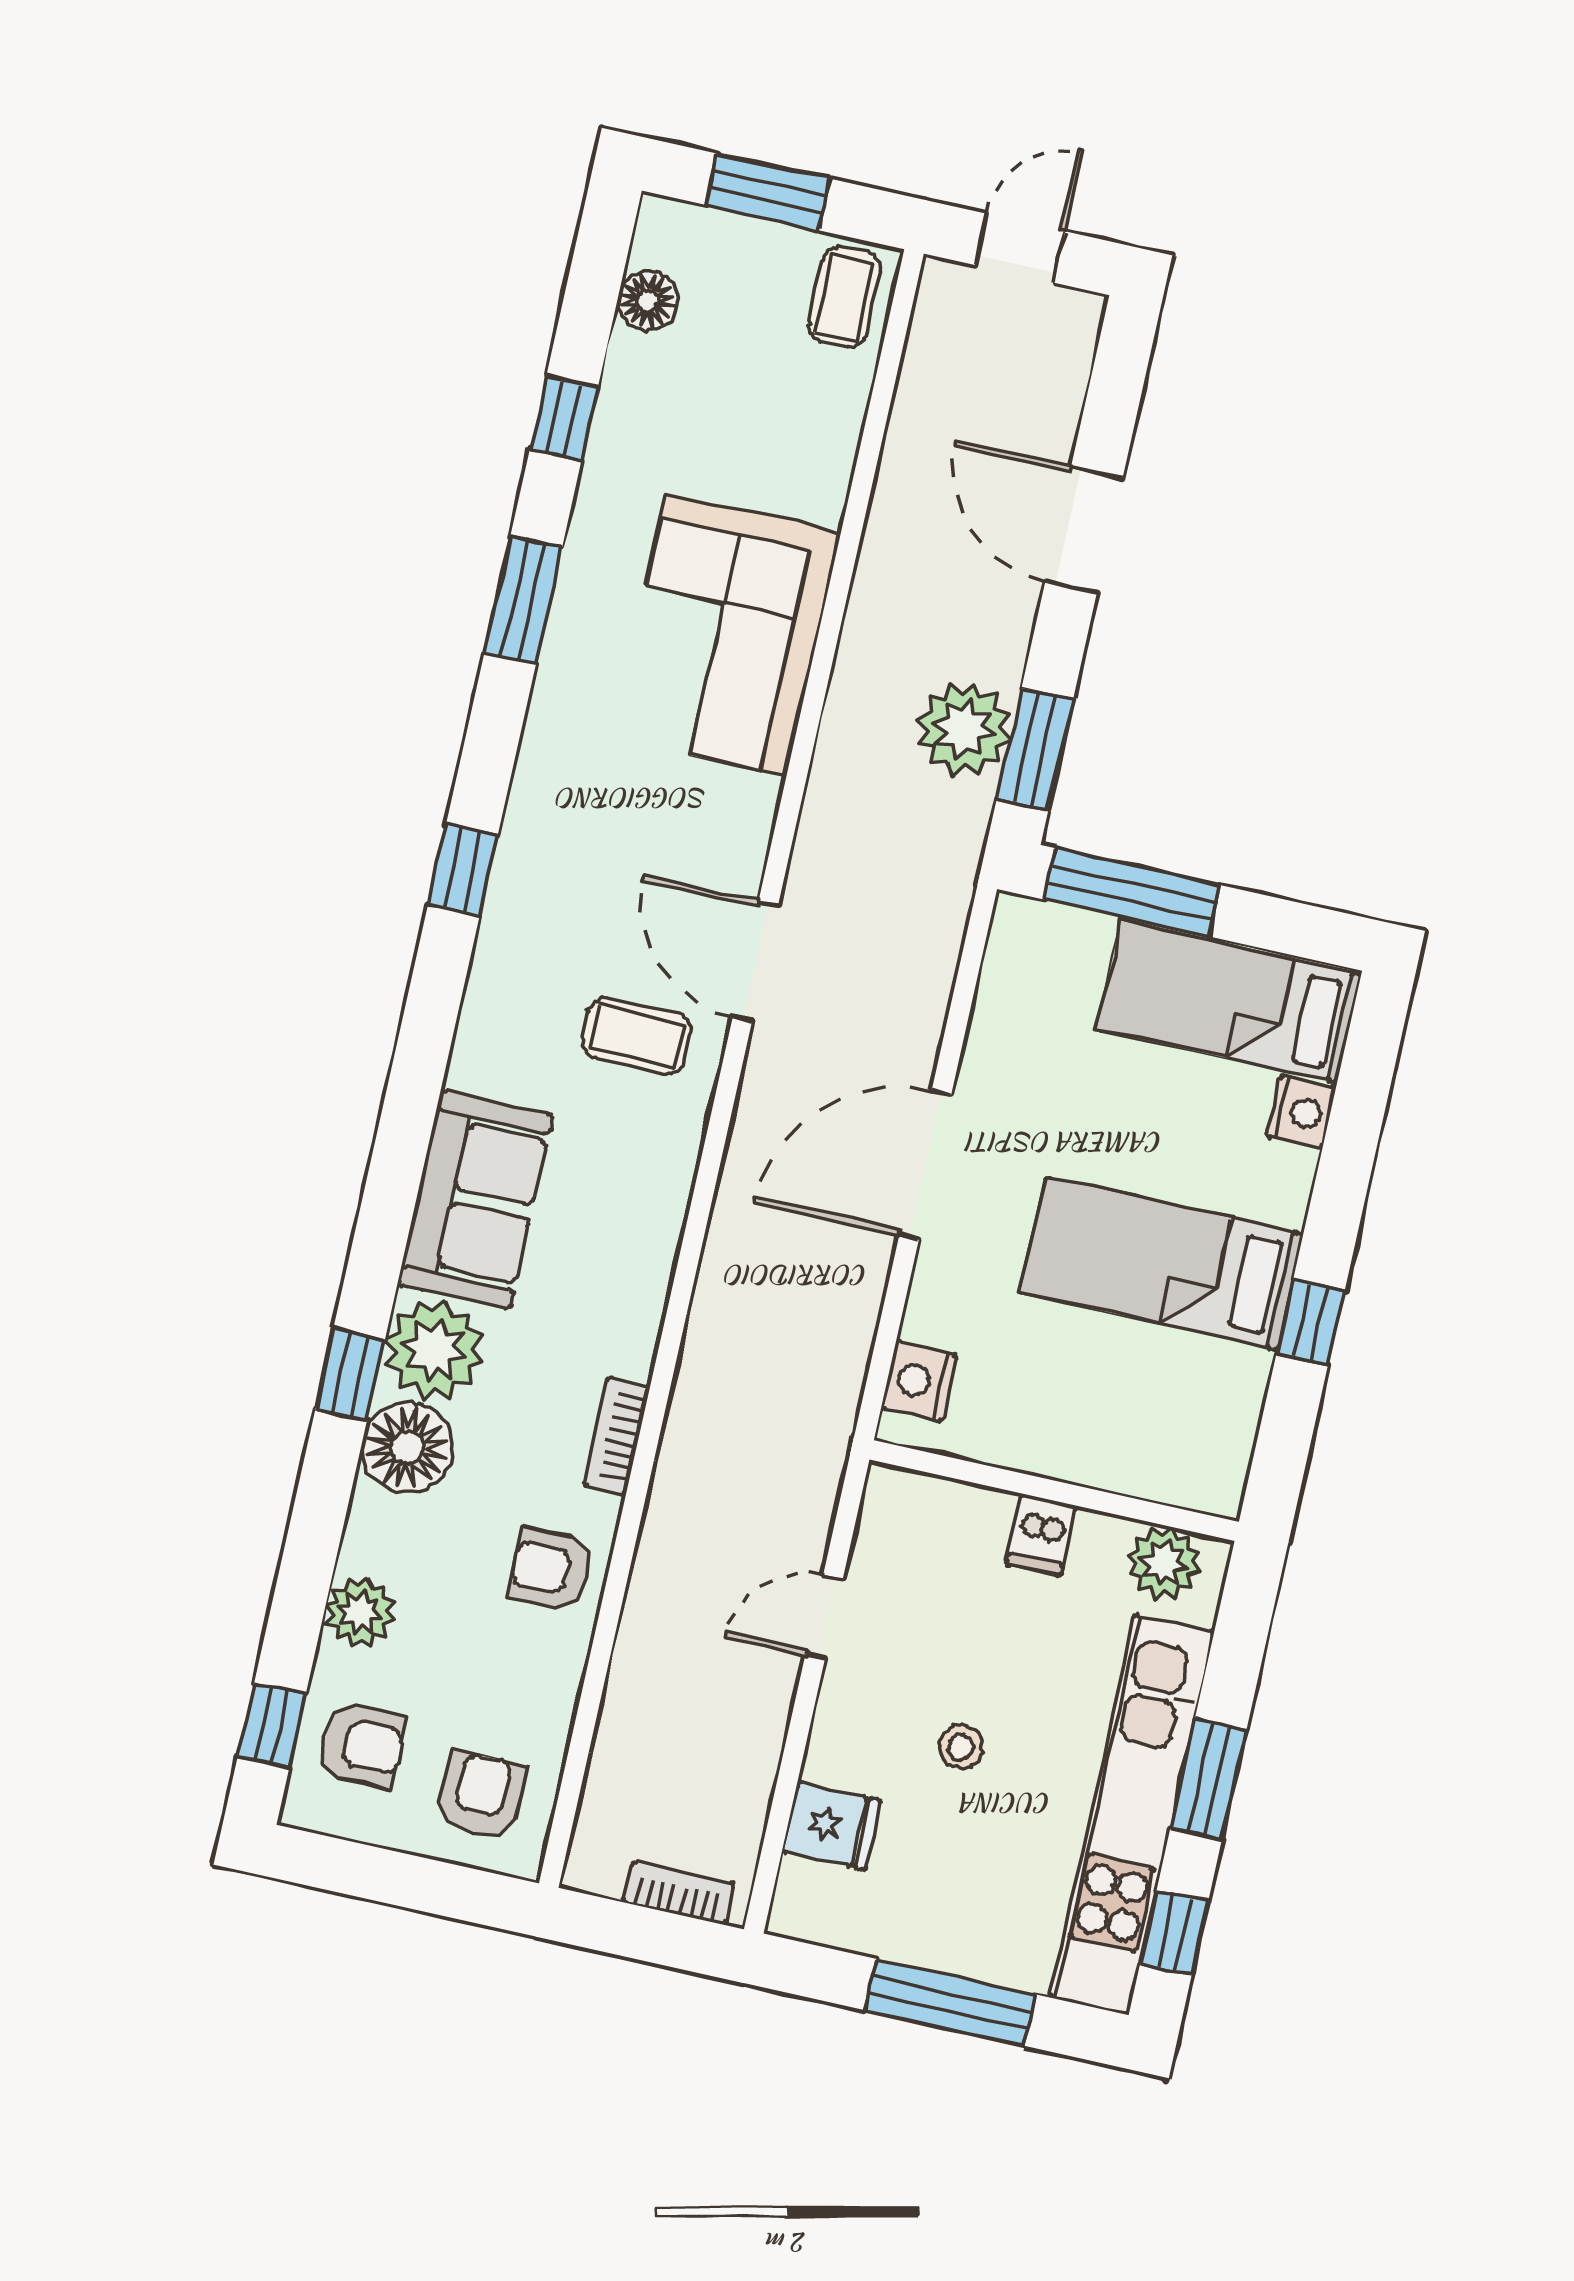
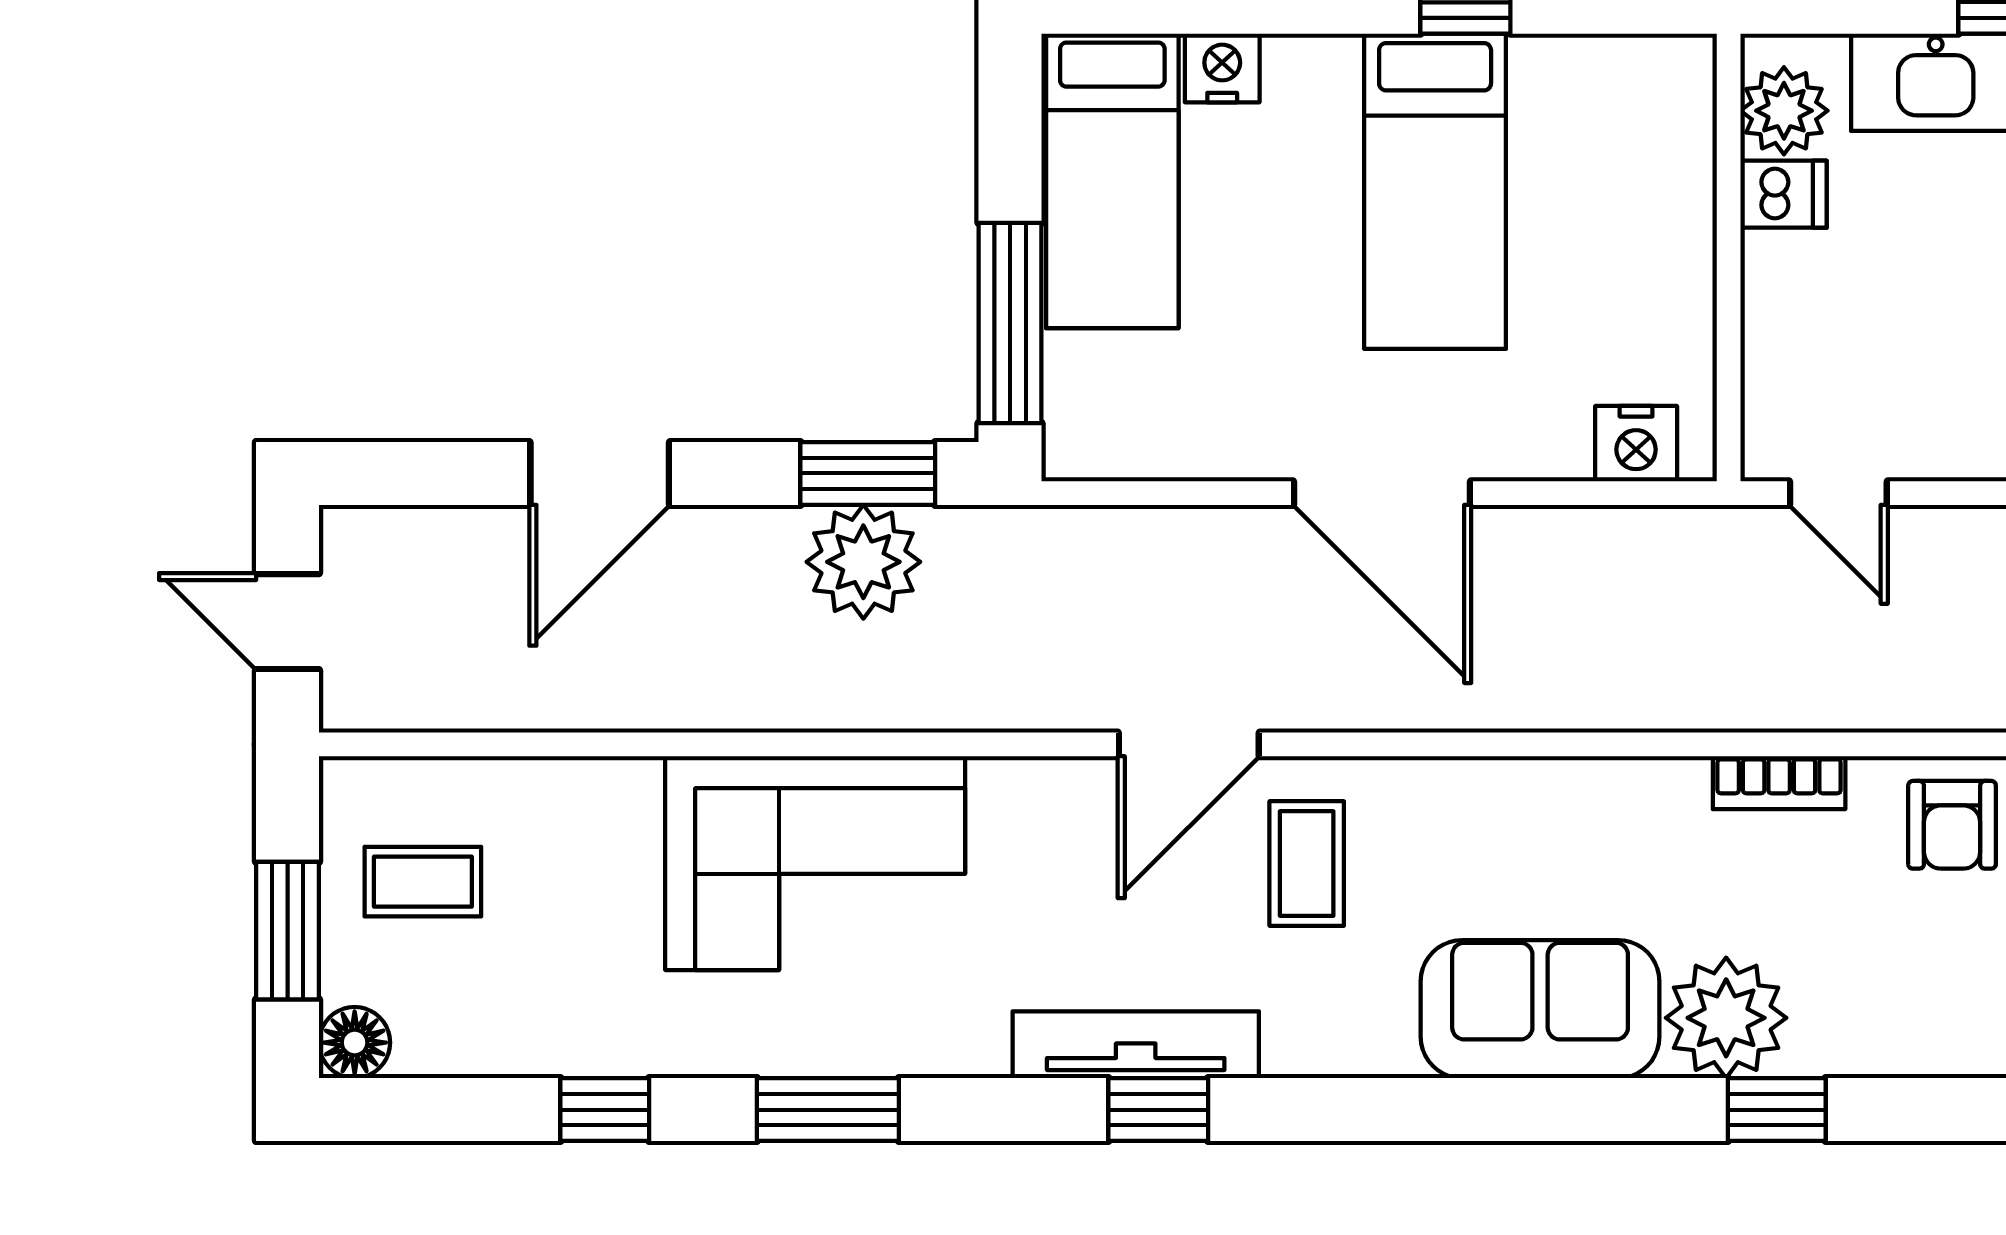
coffee table: (844, 297) -> (423, 882), moved
floor lamp: (648, 301) -> (355, 1043), moved
tv unit: (520, 863) -> (1136, 1045), added
floor lamp: (407, 1448) -> (1847, 1024), removed
dishwasher: (1041, 1535) -> (1784, 194), moved
door: (824, 1617) -> (1838, 493), moved

